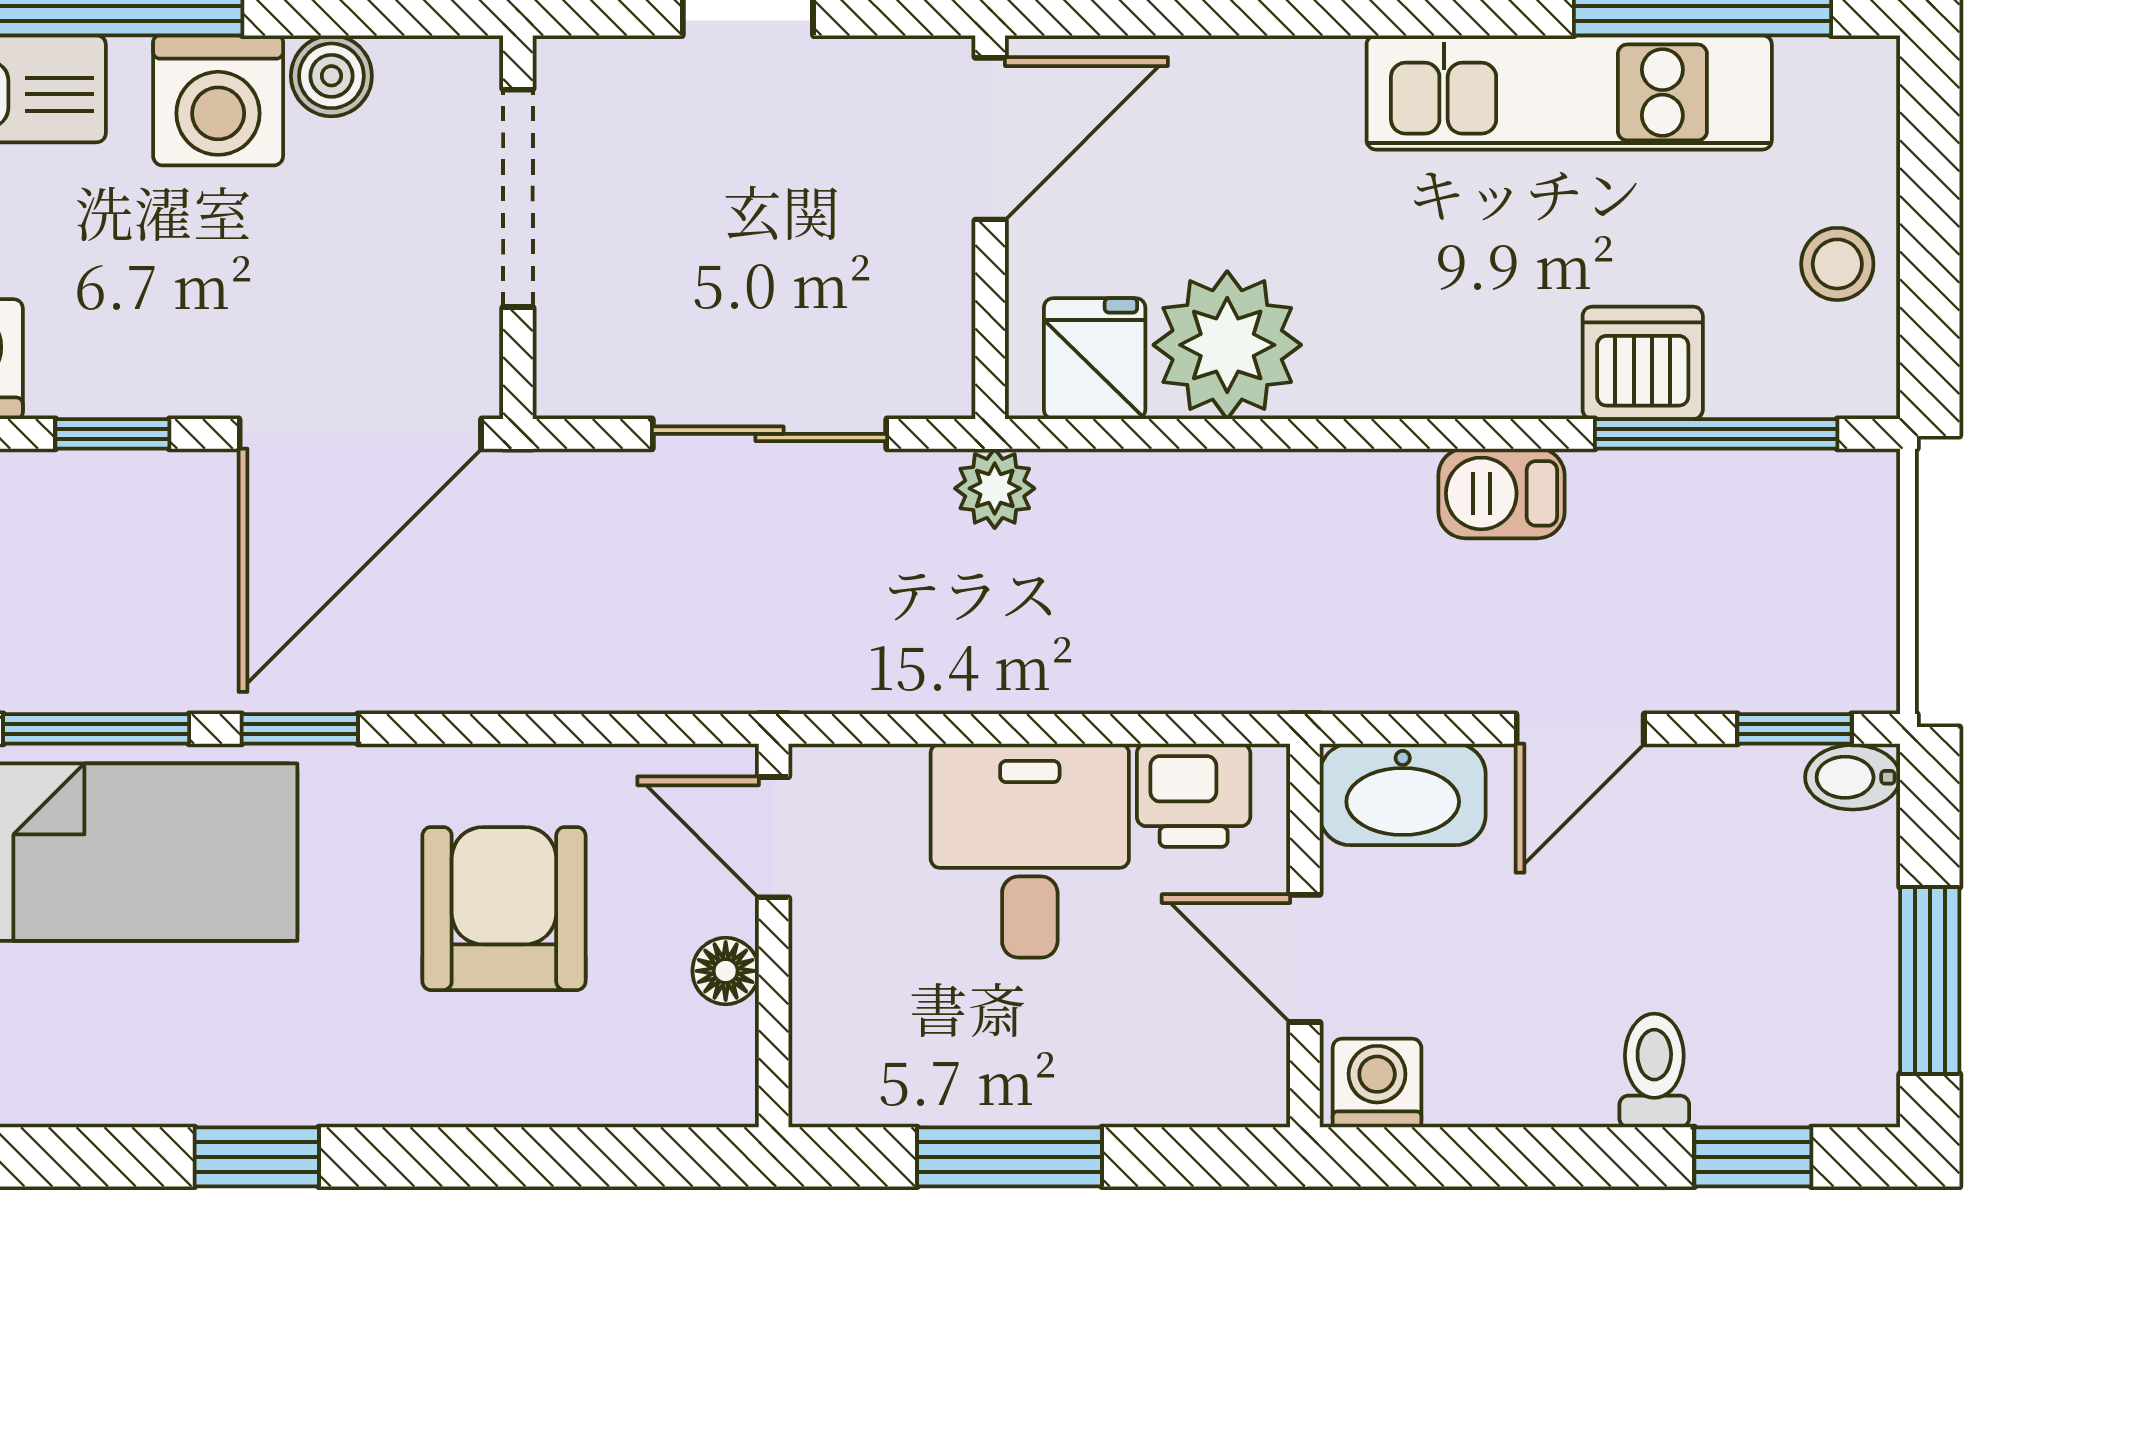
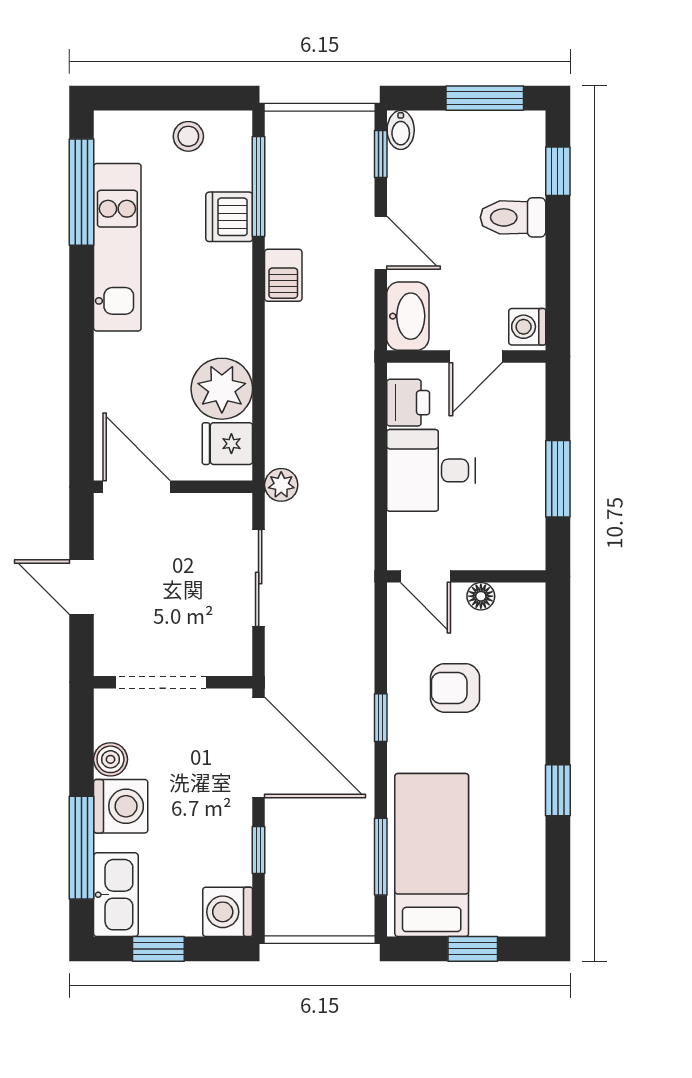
window: (300, 729) -> (381, 718), moved
door: (774, 837) -> (426, 576), hinge flipped
armchair: (504, 909) -> (455, 688), width x0.72, depth x0.72
toilet: (1654, 1071) -> (513, 217), width x1.37, depth x1.39

